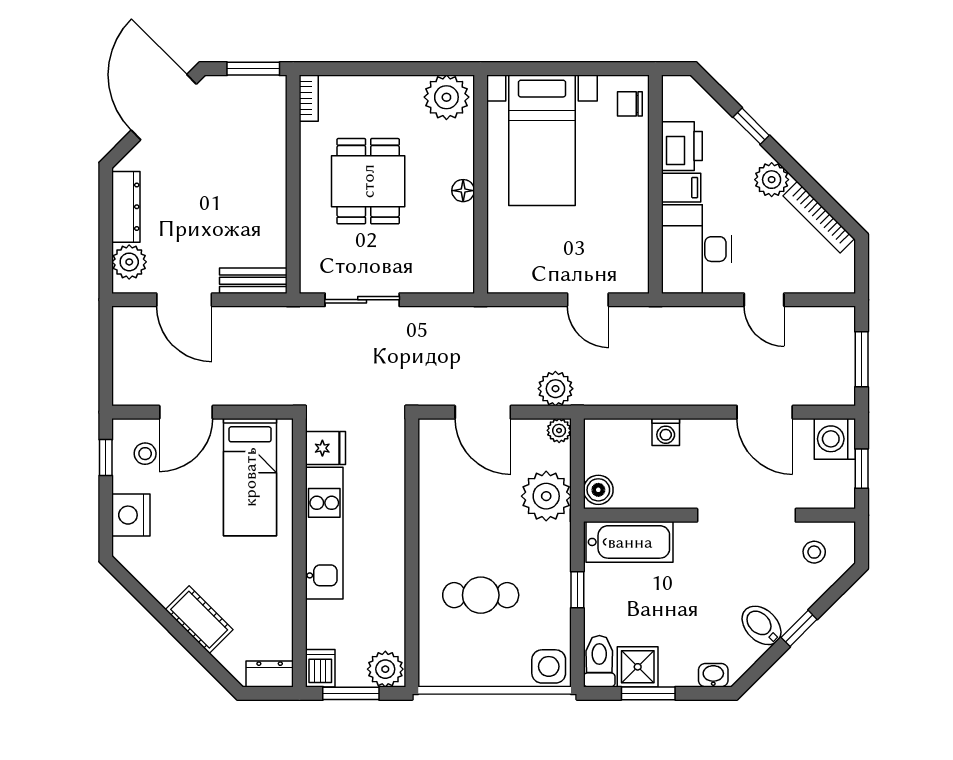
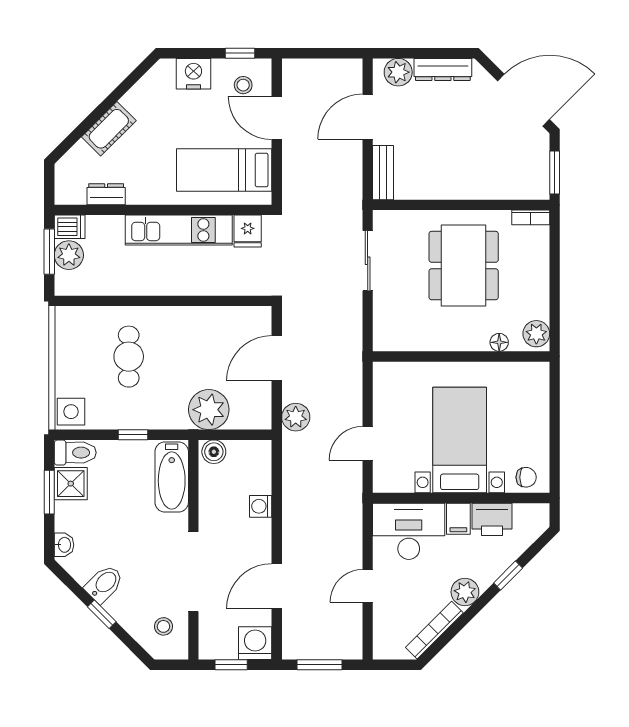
plant: (446, 97) -> (536, 334), width x0.73, depth x0.73
chair: (630, 104) -> (526, 477), turned 90
bed with nightstands: (542, 140) -> (460, 440), moved, turned 90
dining table: (368, 181) -> (464, 266), width x1.38
floor lamp: (463, 191) -> (499, 342), moved
plant: (559, 430) -> (262, 420), removed
plant: (385, 669) -> (69, 255), moved
dresser: (270, 674) -> (106, 194), moved, turned -90

